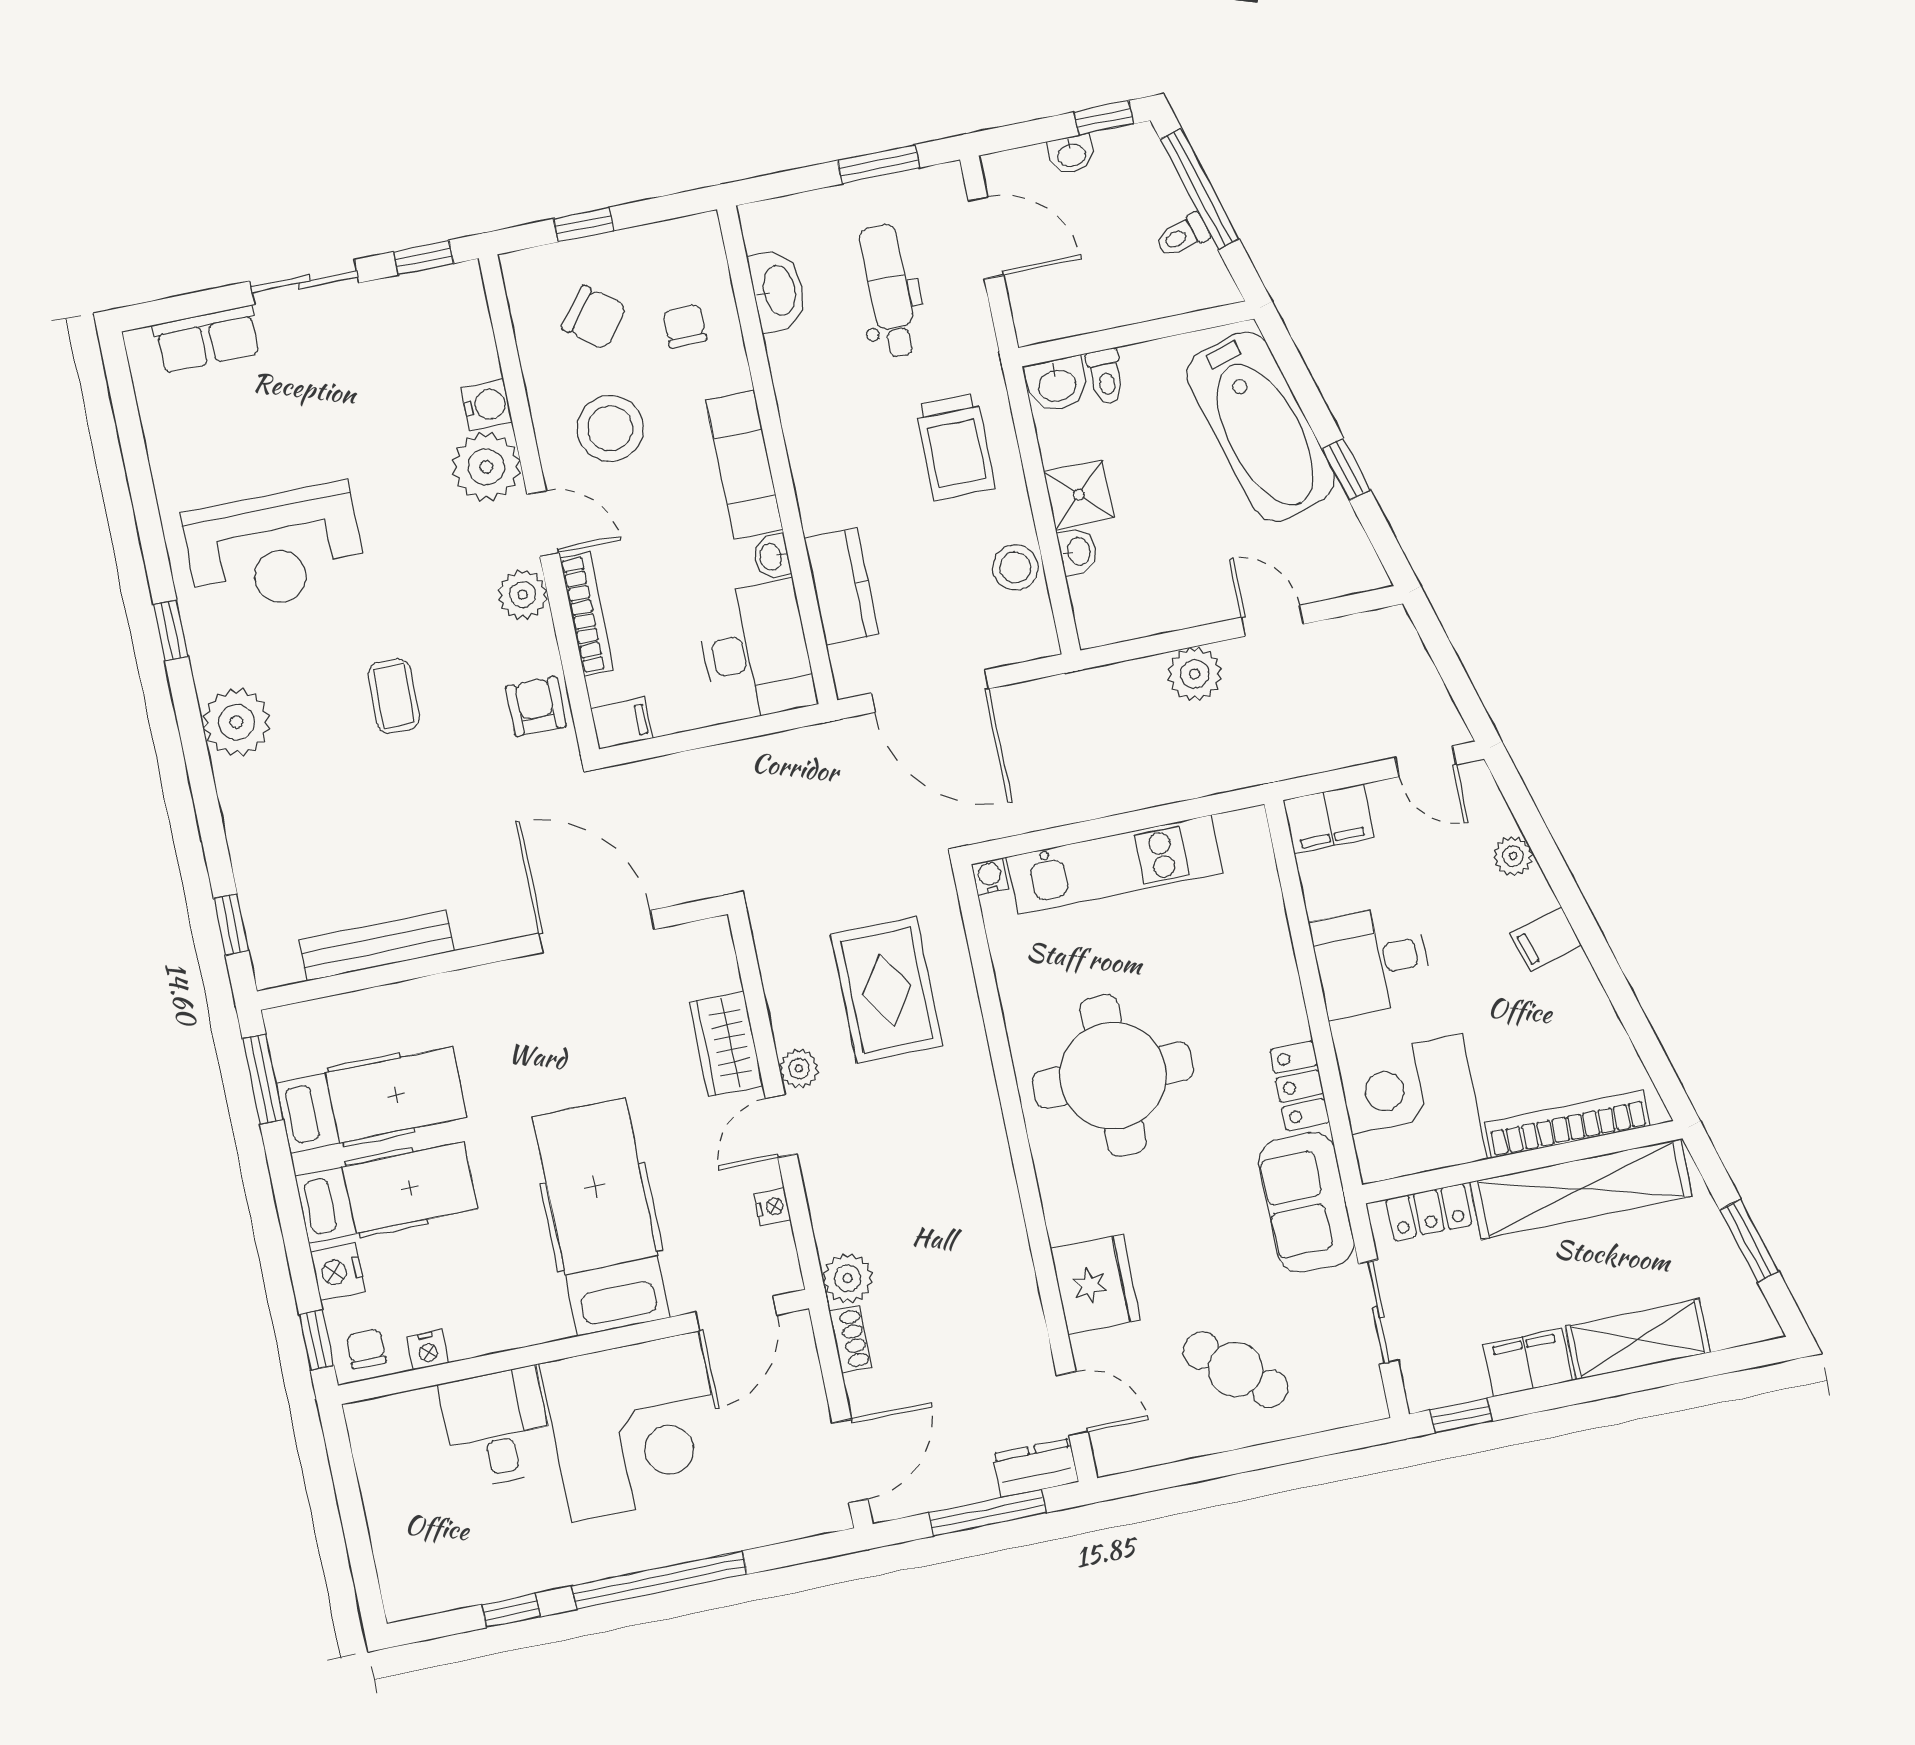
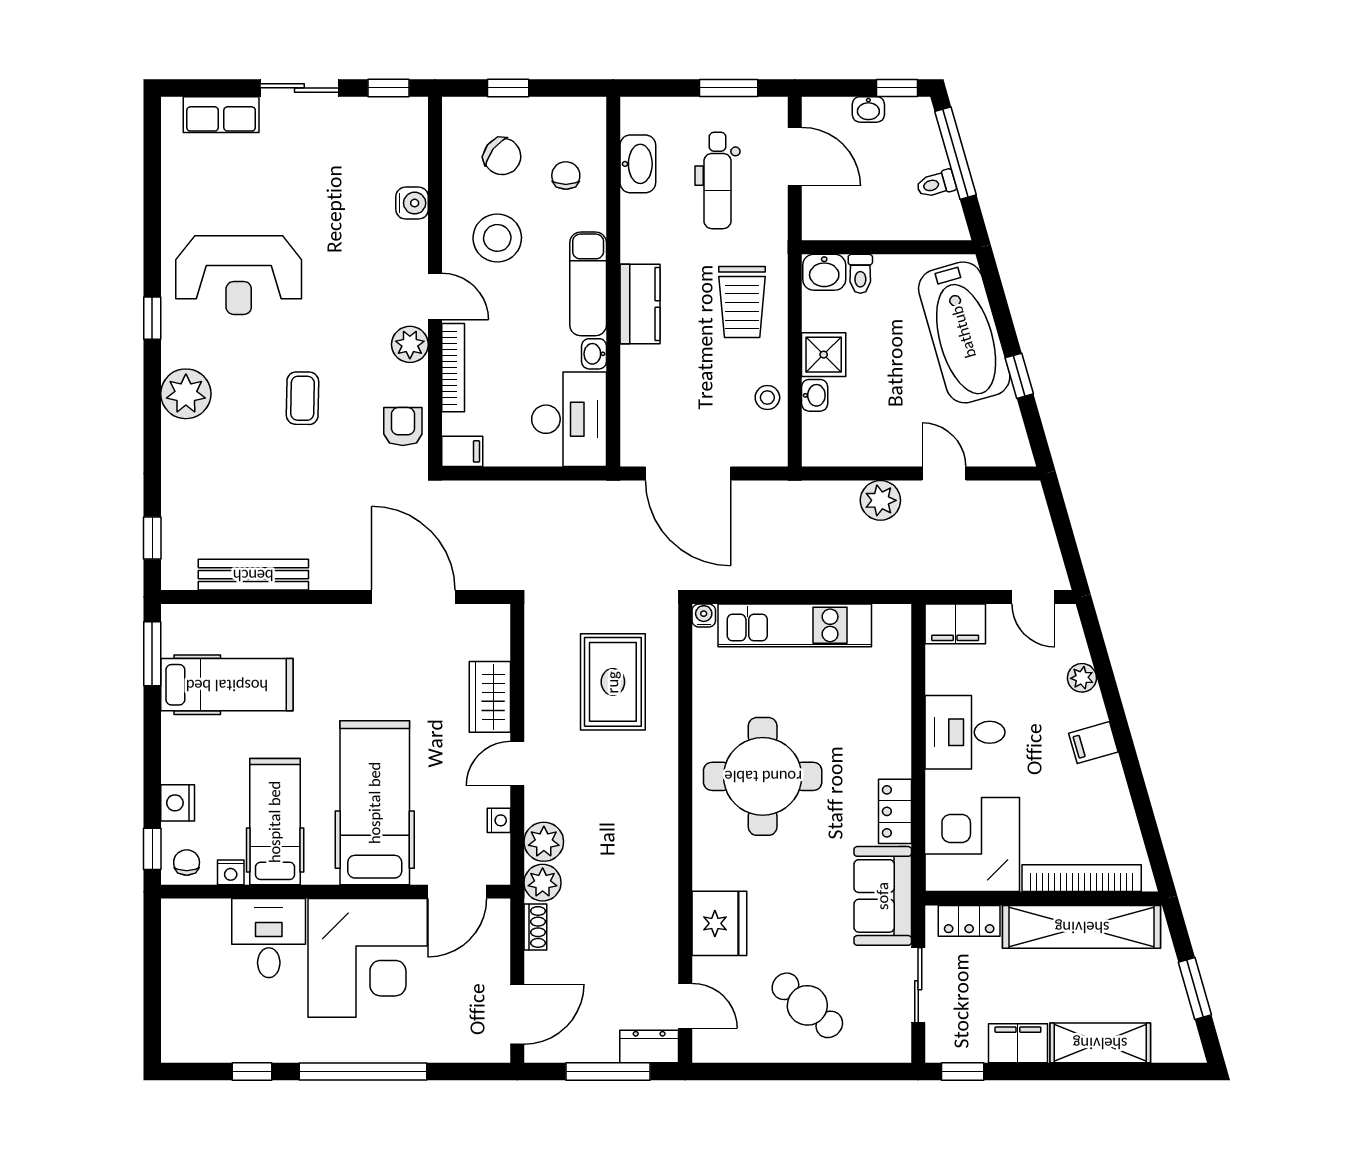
dental chair: (889, 291) -> (717, 180), turned 180
plant: (486, 467) -> (403, 247), removed
stool: (1015, 567) -> (767, 397), width x0.73, depth x0.73
kitchen counter: (842, 586) -> (640, 304), moved
plant: (799, 1069) -> (544, 842), moved, width x1.38, depth x1.38
hospital bed: (386, 1193) -> (275, 822), moved, turned -90

